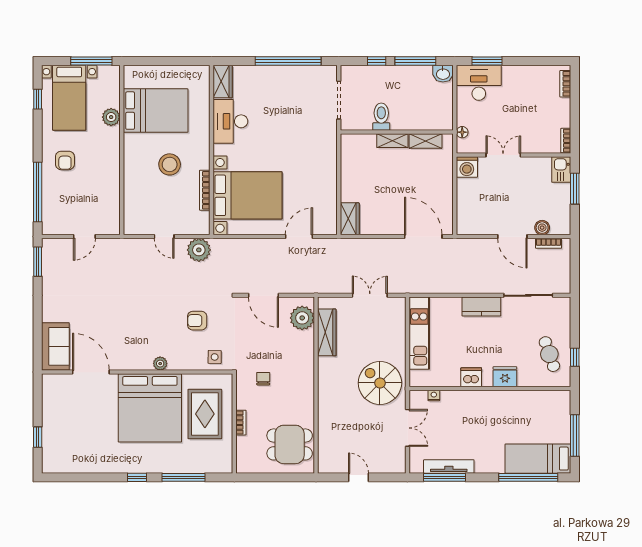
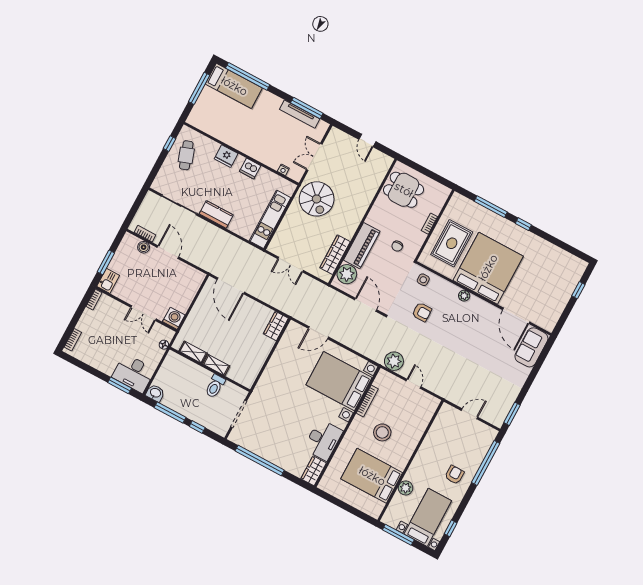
piano: (303, 358) -> (362, 246), added

